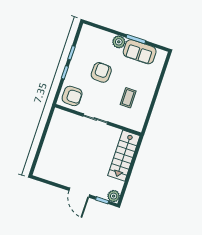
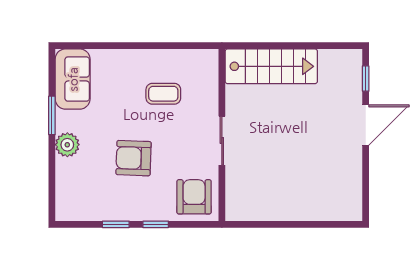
sofa: (140, 52) -> (73, 79), moved
plant: (114, 196) -> (351, 60), removed

